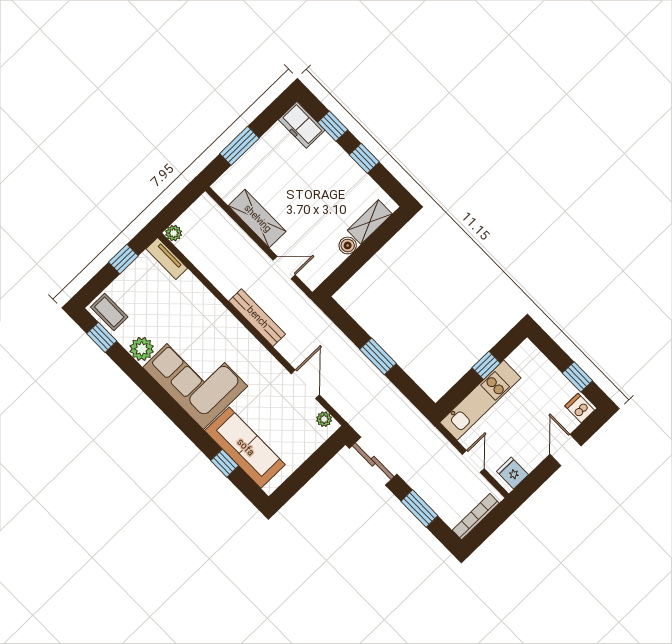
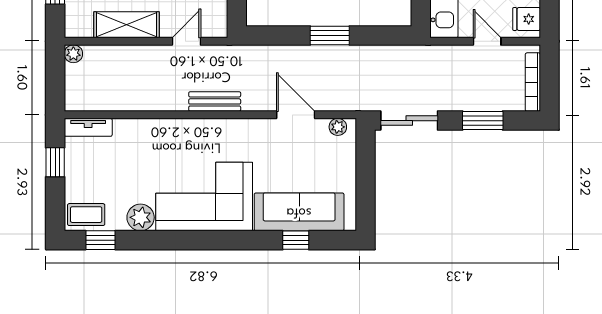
plant: (174, 233) -> (73, 54), moved
bench: (257, 318) -> (215, 101), width x0.73

